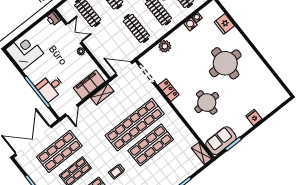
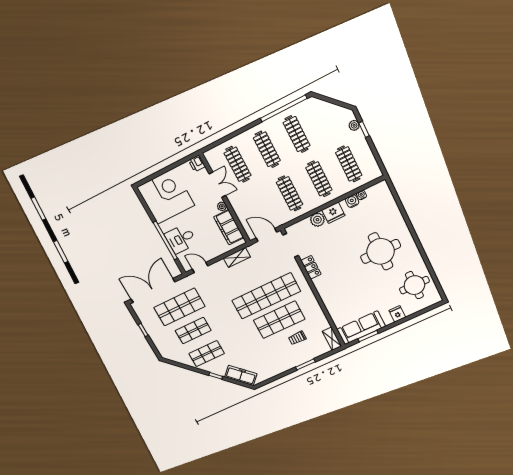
fridge: (224, 24) -> (333, 213), moved, turned -90
corner desk: (25, 51) -> (166, 196), width x1.36, depth x1.36
filing cabinet: (89, 85) -> (229, 227), moved, turned -90
round table: (207, 103) -> (414, 285), moved
door: (72, 110) -> (200, 267), swing flipped
sofa: (221, 141) -> (361, 328), width x1.36
trolley: (117, 171) -> (297, 338), moved

